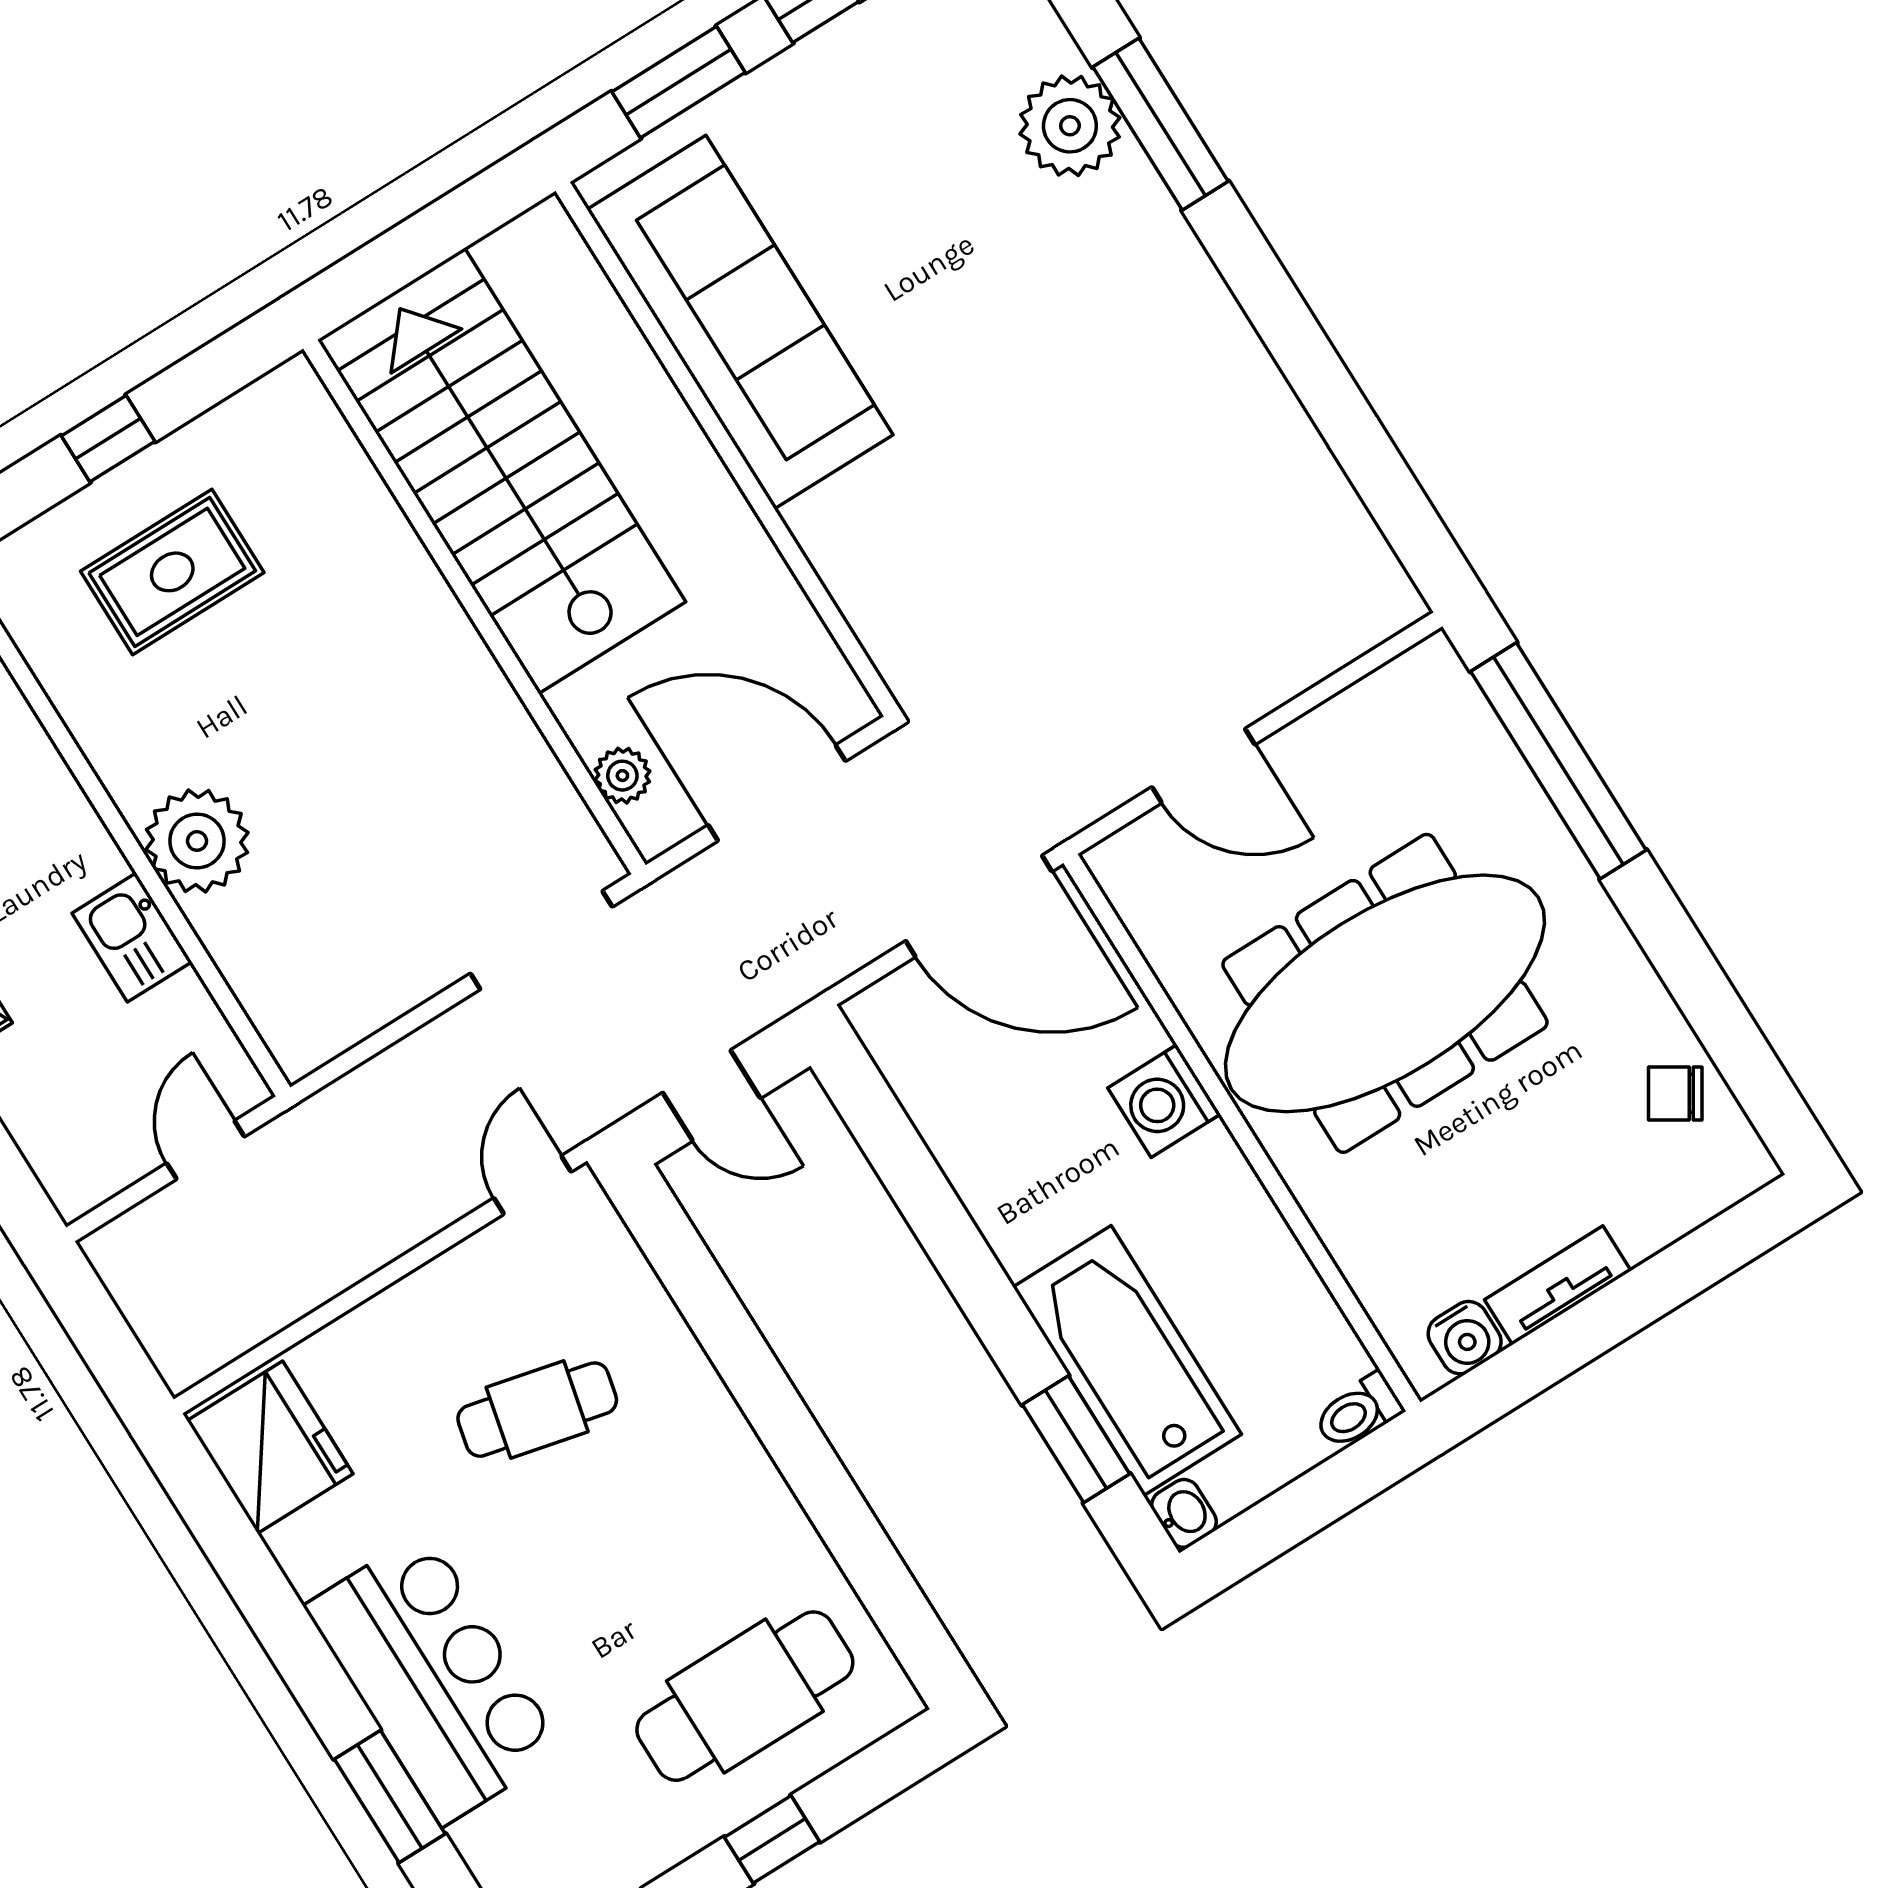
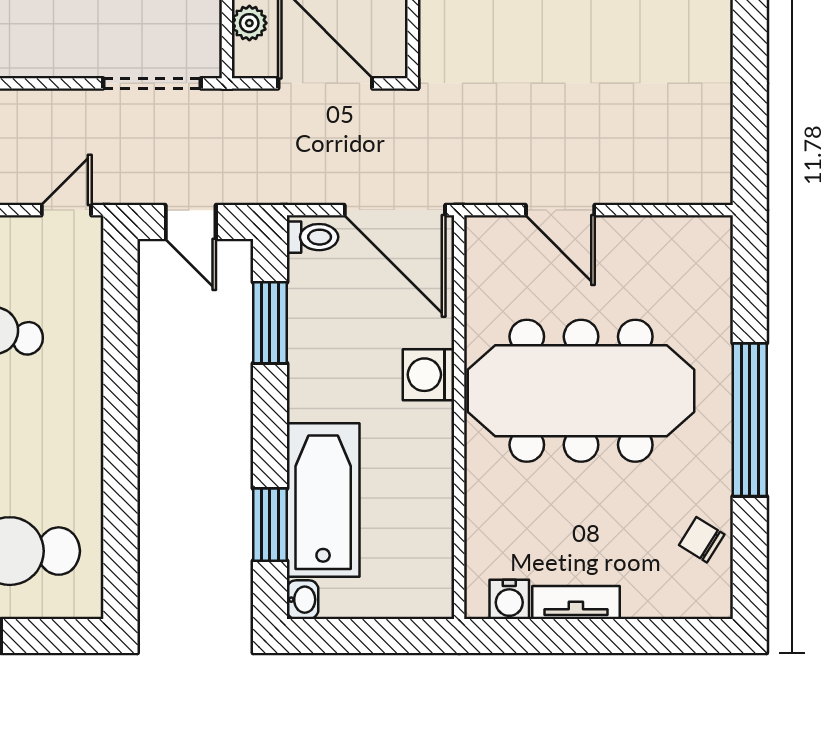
window: (1558, 761) -> (750, 420), moved
window: (905, 1165) -> (270, 323), added
toilet: (1358, 1412) -> (312, 237), moved, turned 180

